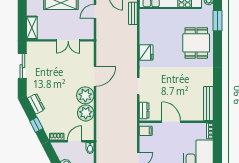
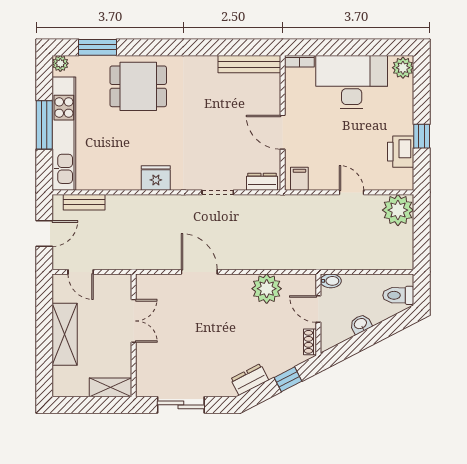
plant: (85, 95) -> (234, 290), removed
door: (171, 122) -> (283, 132), hinge flipped

